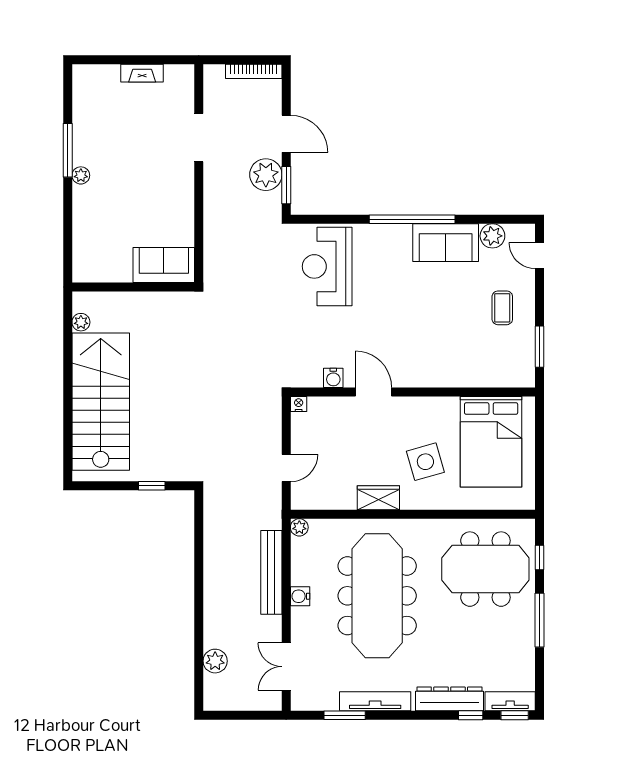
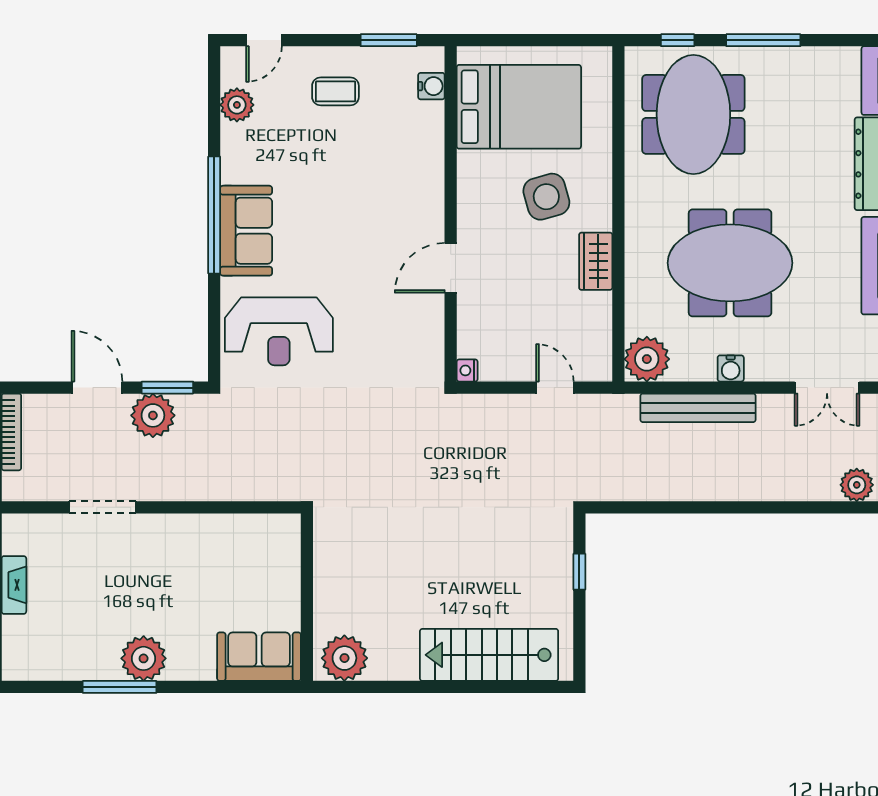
door: (286, 134) -> (97, 388), hinge flipped
plant: (81, 175) -> (144, 658), width x1.87, depth x1.87
sofa: (446, 243) -> (246, 231), moved
sofa: (164, 265) -> (259, 657), moved, turned 90
plant: (81, 322) -> (344, 658), width x1.88, depth x1.88
water cooler: (333, 378) -> (431, 86), moved
stairs: (101, 402) -> (489, 655), width x0.73, depth x0.66
plant: (299, 527) -> (647, 359), width x1.87, depth x1.87
meeting table: (377, 596) -> (730, 263), width x0.73
plant: (215, 661) -> (857, 485), moved

